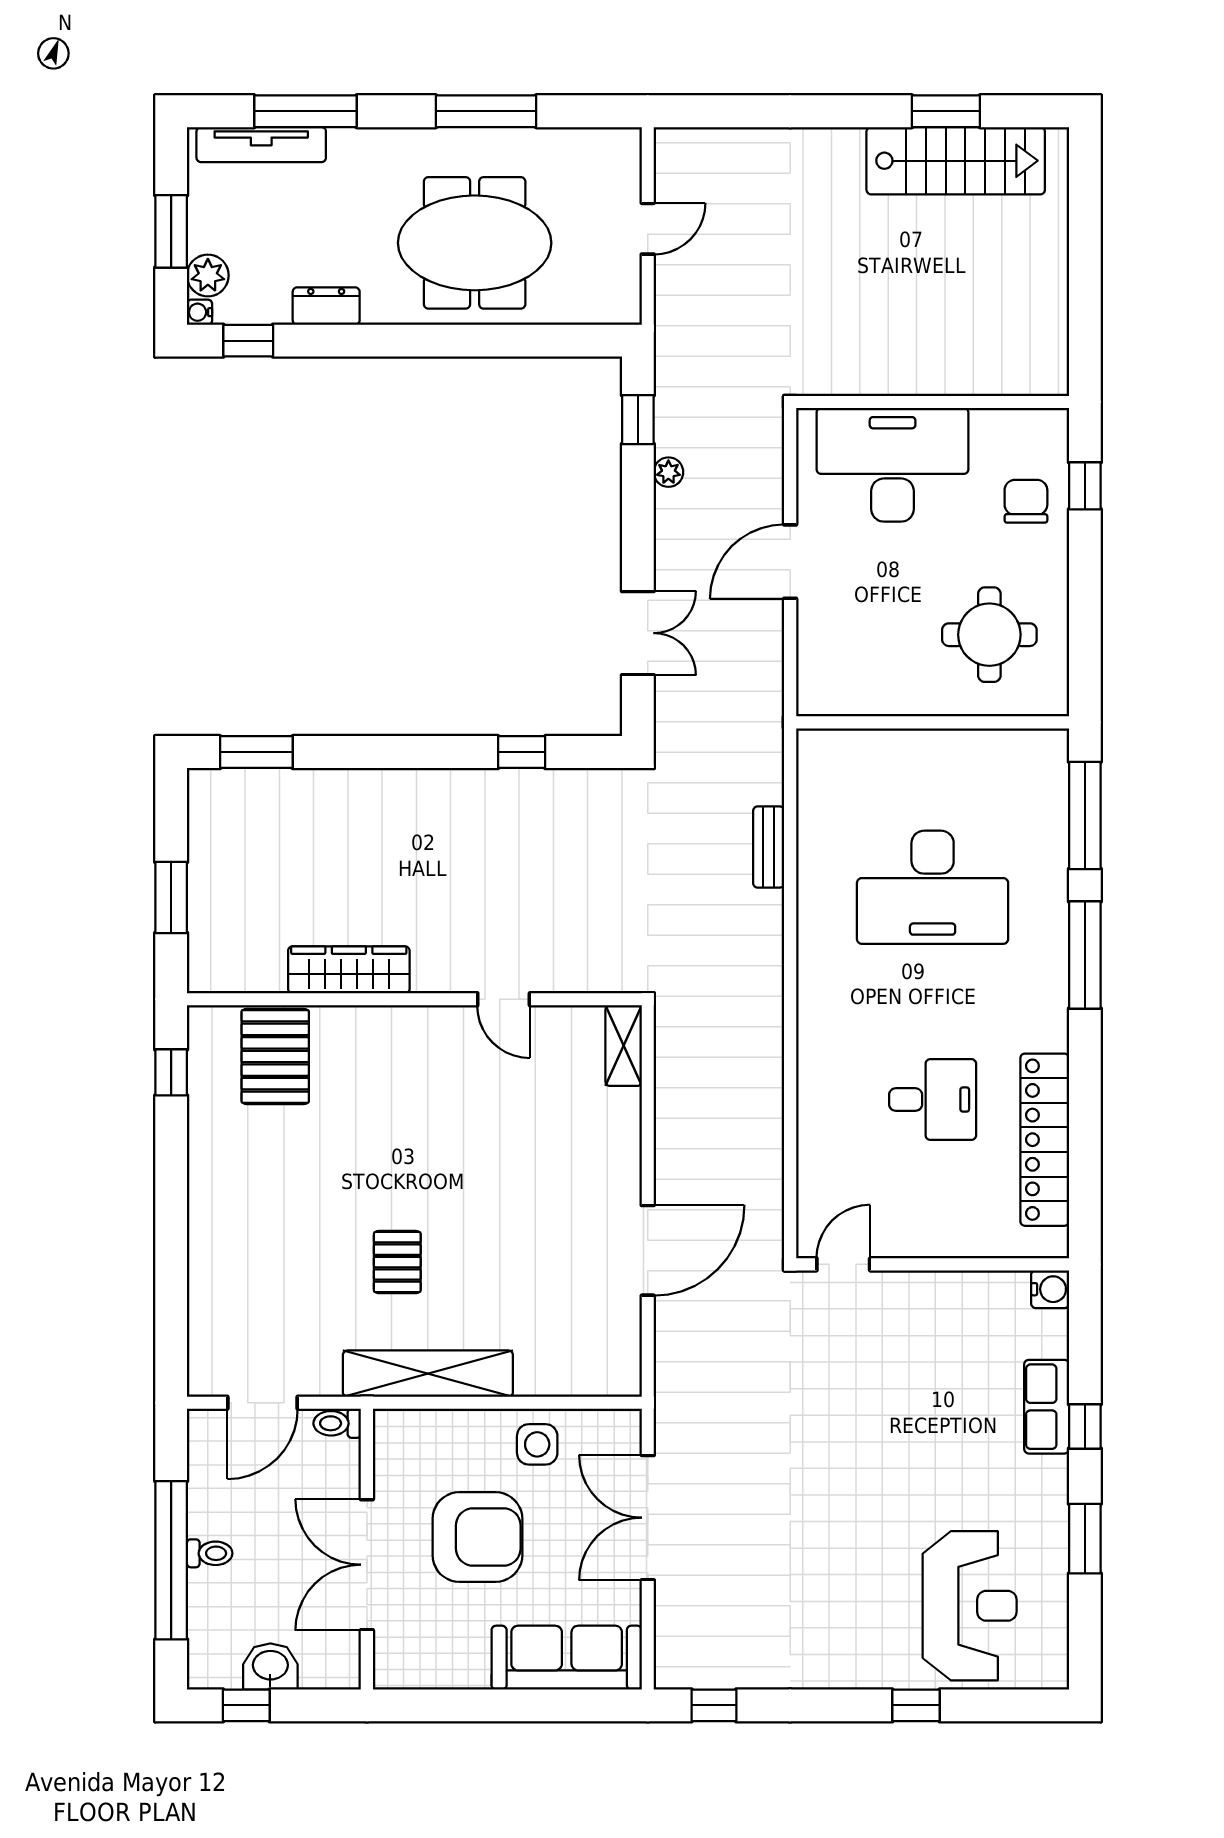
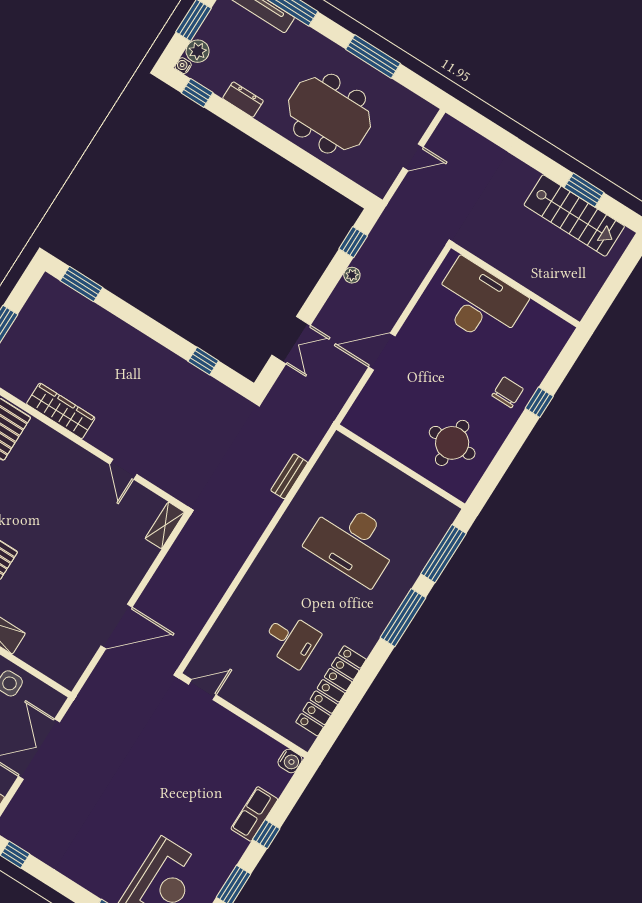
wall: (933, 402) -> (515, 285), moved
desk: (893, 465) -> (479, 302), moved

